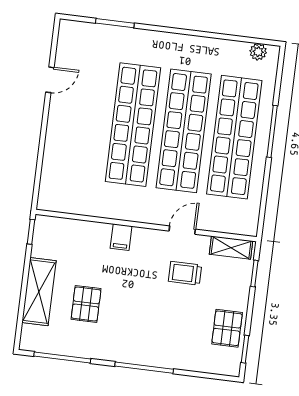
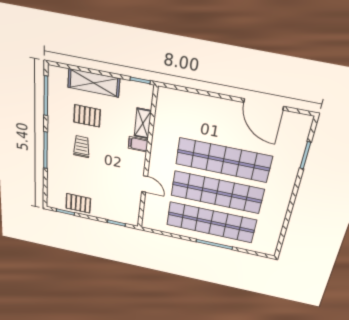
plant: (258, 52) -> (272, 243), removed
door: (50, 80) -> (264, 104), width x1.87
shelving: (231, 248) -> (143, 123), moved
trolley: (185, 273) -> (82, 147), moved

